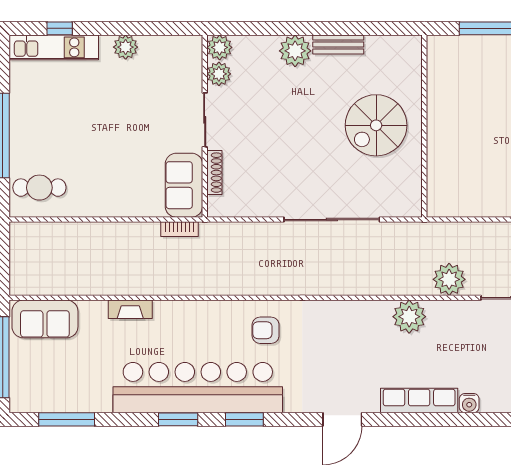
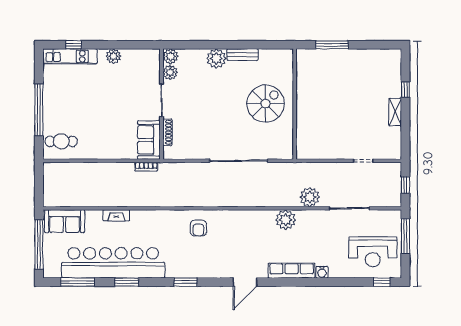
spiral stairs: (376, 125) -> (265, 104), turned 180
armchair: (266, 330) -> (198, 228), turned -90
bar counter: (198, 388) -> (113, 263), moved
window: (178, 419) -> (127, 282), moved

